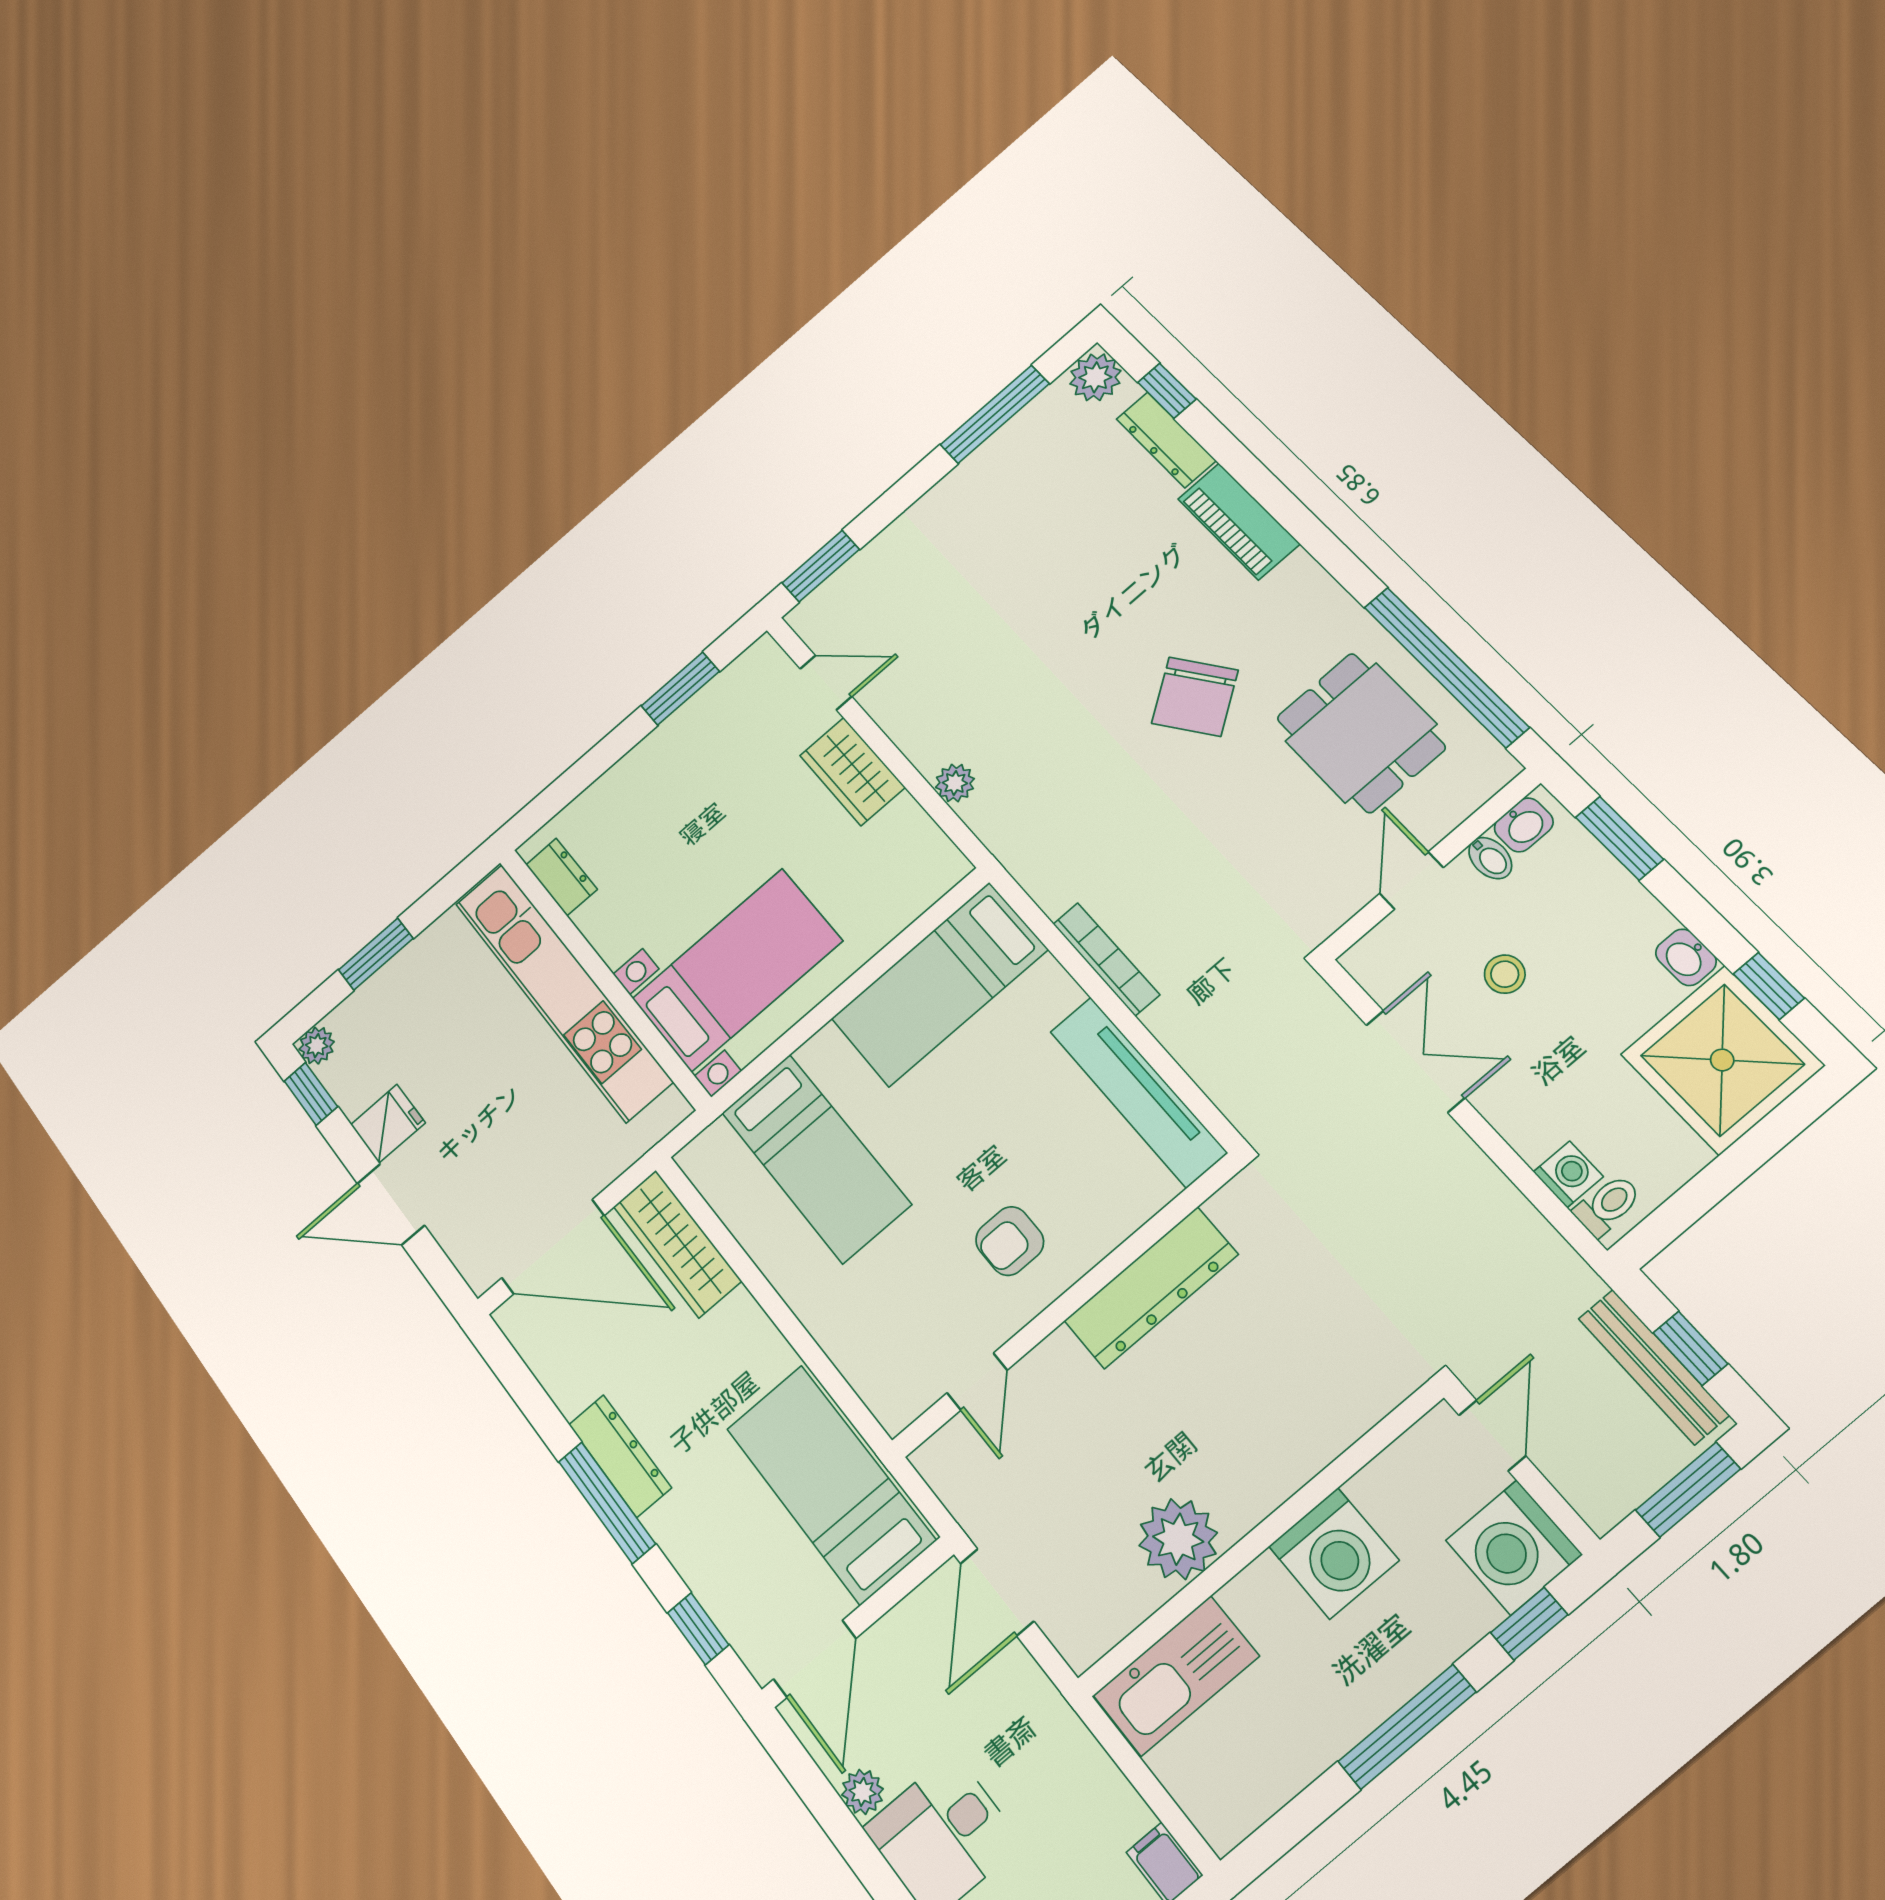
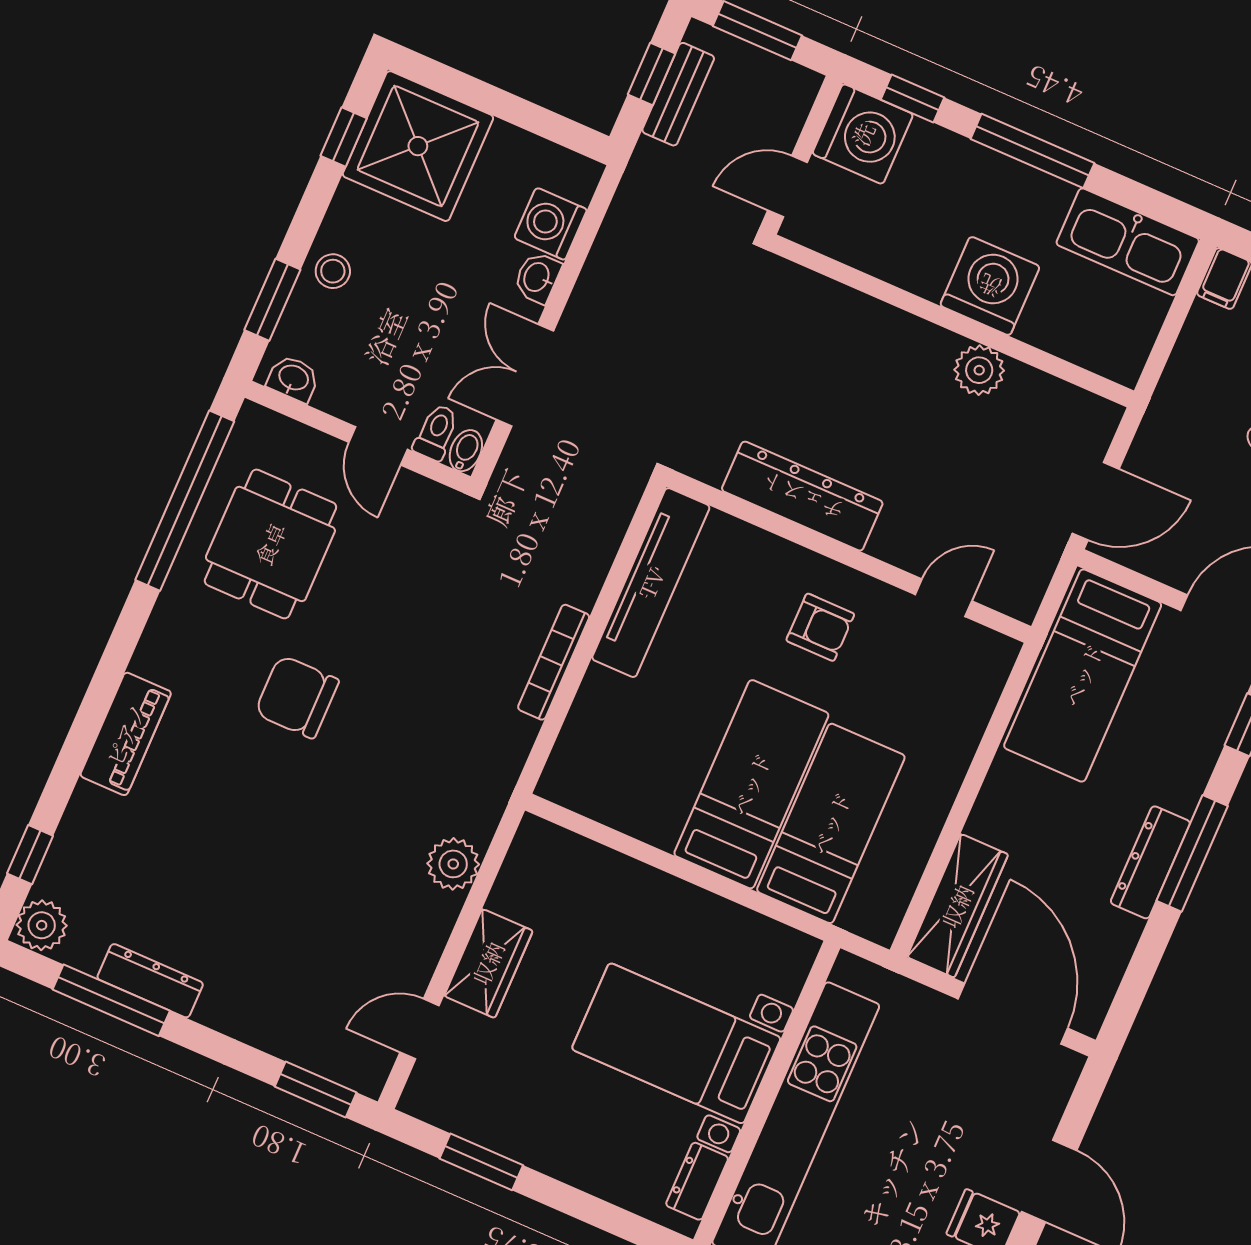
dresser: (1166, 440) -> (150, 981), moved, turned -90
door: (826, 683) -> (420, 1029), hinge flipped
chair: (1195, 697) -> (297, 697), turned -145
plant: (955, 783) -> (453, 864), width x1.38, depth x1.38
bidet: (1490, 858) -> (466, 451), moved
door: (1411, 880) -> (378, 446), hinge flipped
washbasin: (1686, 957) -> (537, 277), moved, turned 180
bed with nightstands: (737, 970) -> (676, 1043), moved
stool: (1505, 974) -> (333, 271), moved
bed: (939, 984) -> (751, 784), moved, turned -90
washing machine: (1568, 1174) -> (551, 224), width x1.38, depth x1.38
toilet: (1608, 1205) -> (436, 432), moved, turned 90
bench: (1653, 1367) -> (678, 94), width x0.73
plant: (1178, 1539) -> (979, 370), width x0.73, depth x0.73
washing machine: (1334, 1553) -> (990, 286), moved
kitchen sink: (1176, 1676) -> (1128, 242), moved, turned 180

